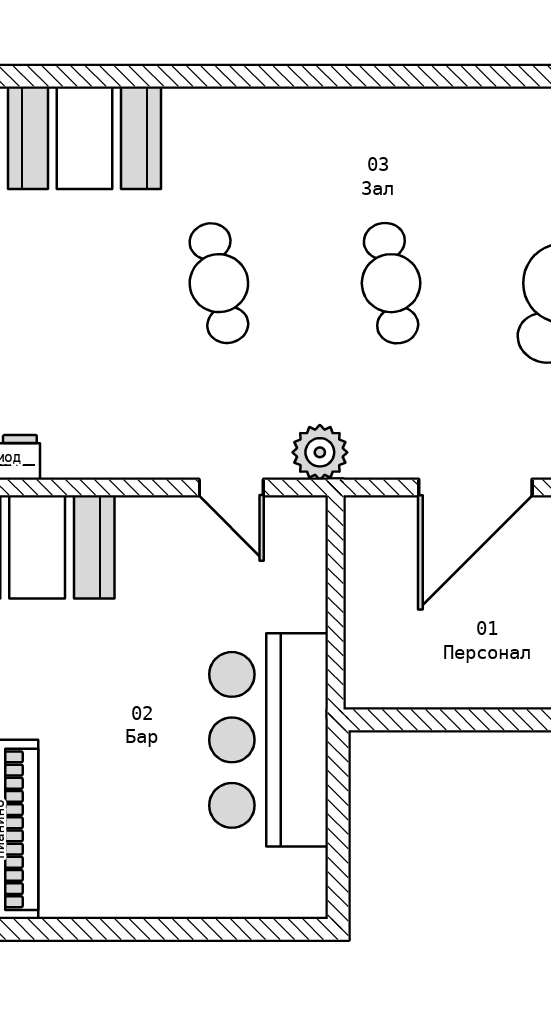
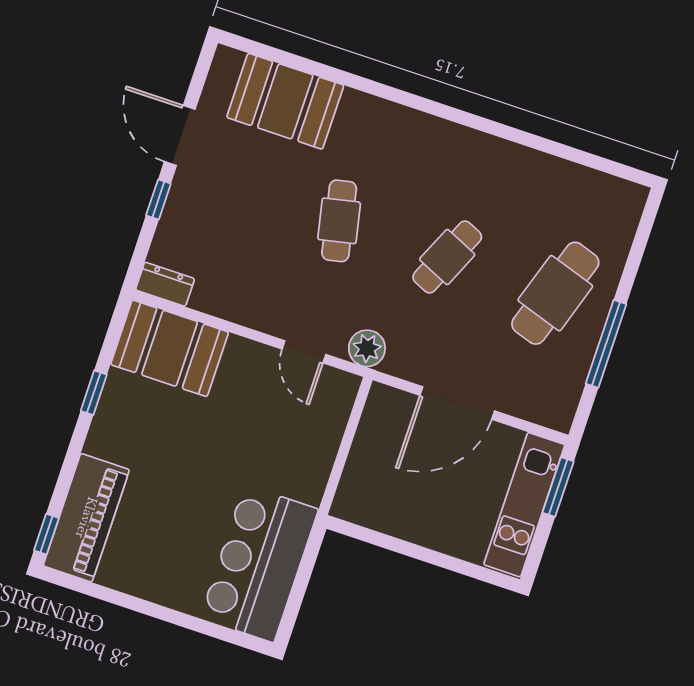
cafe table: (391, 283) -> (447, 257), turned 33
bar counter: (269, 740) -> (259, 564), moved

